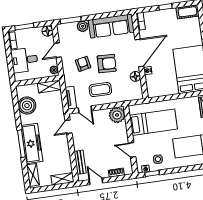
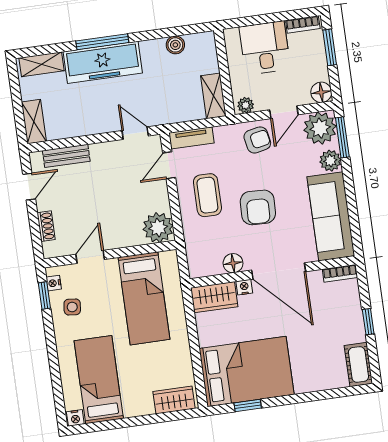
plant: (66, 32) -> (320, 128), added
door: (58, 50) -> (284, 112), swing flipped
armchair: (83, 64) -> (257, 140), moved
wardrobe: (153, 86) -> (214, 297), added
boiler: (27, 105) -> (175, 45), width x0.54, depth x0.54

